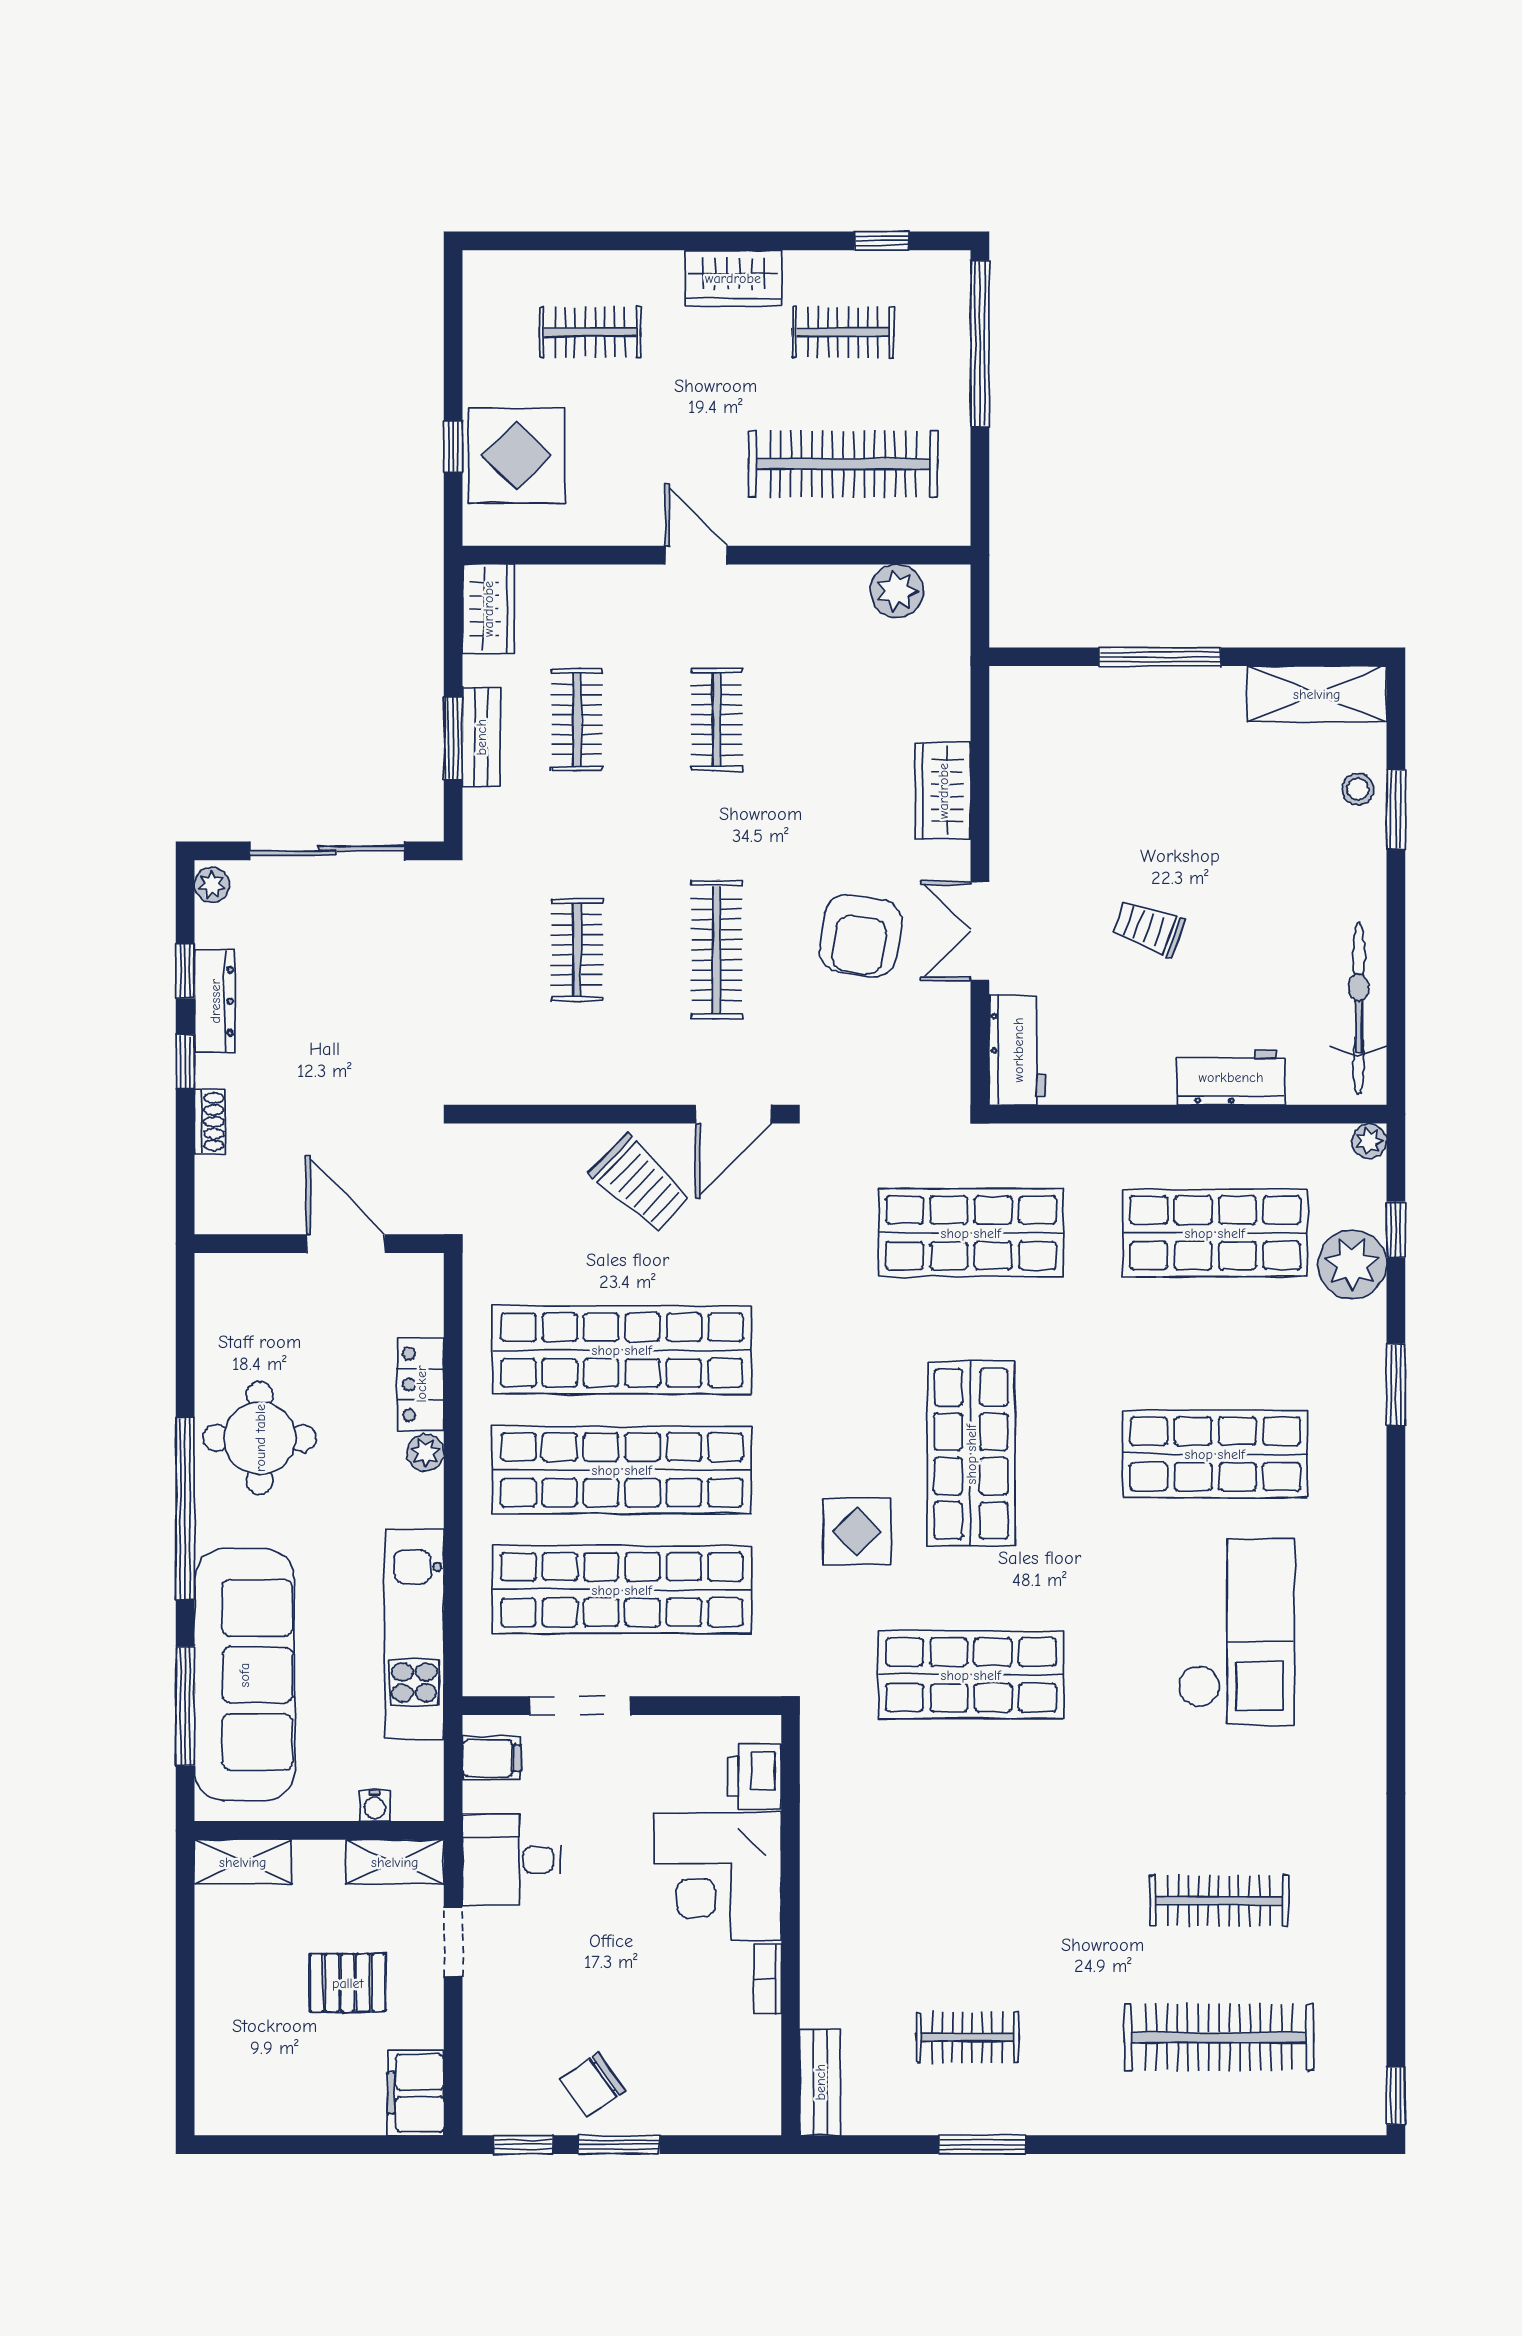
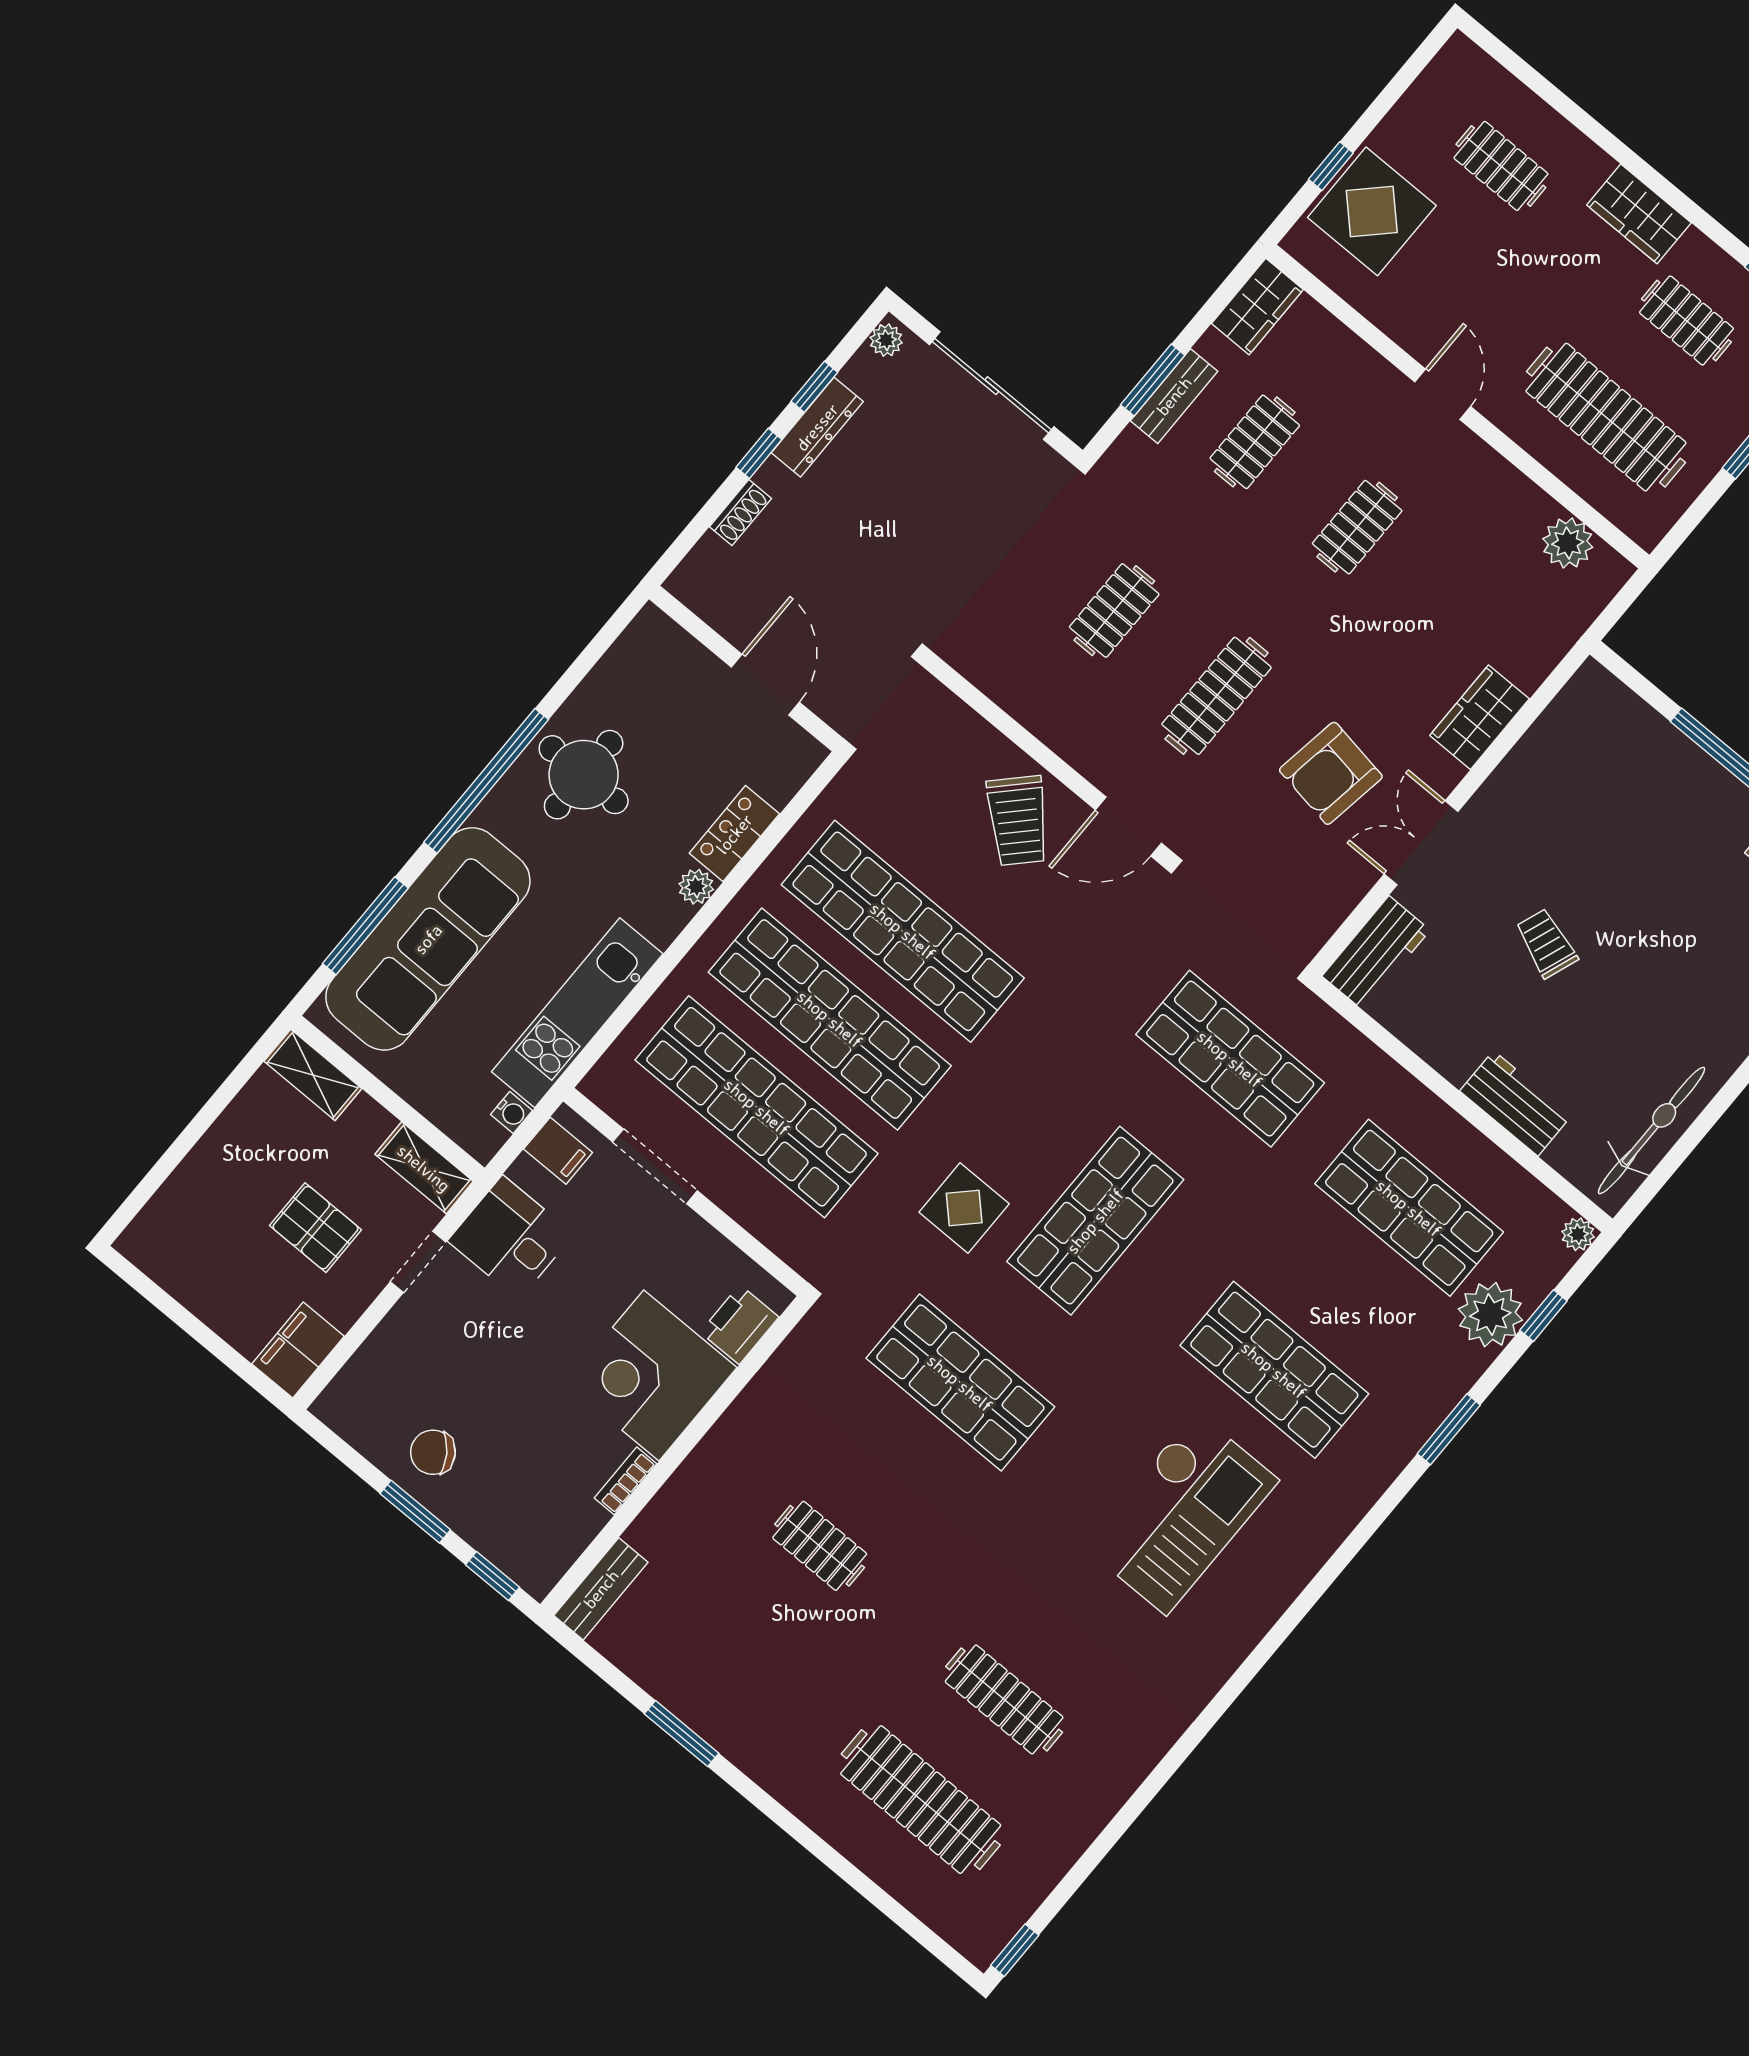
water cooler: (375, 1806) -> (512, 1112), moved, turned -90
clothes rail: (967, 2037) -> (820, 1546), moved
window: (523, 2145) -> (493, 1576), moved

